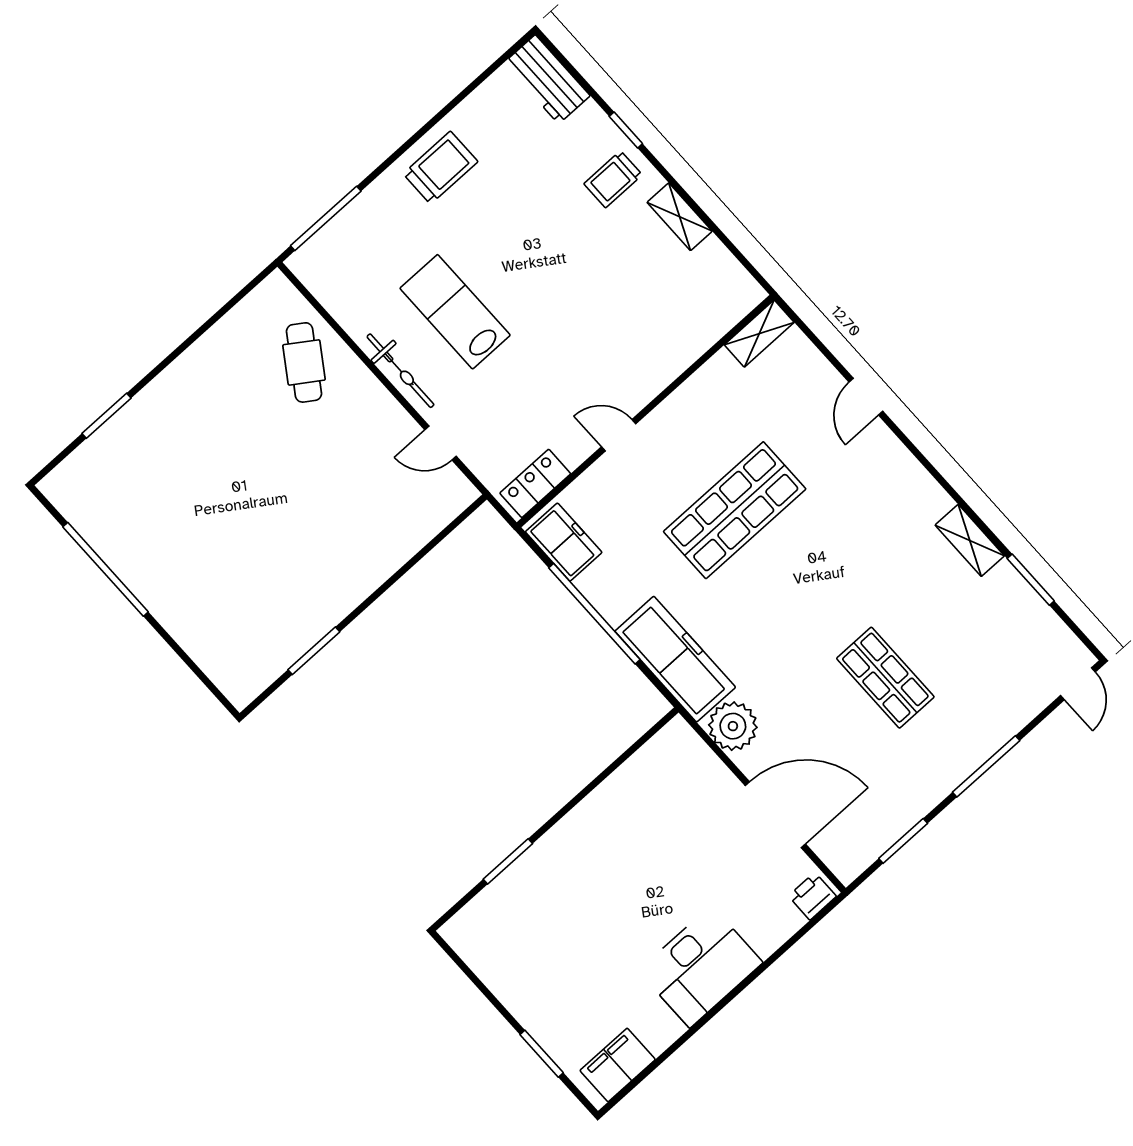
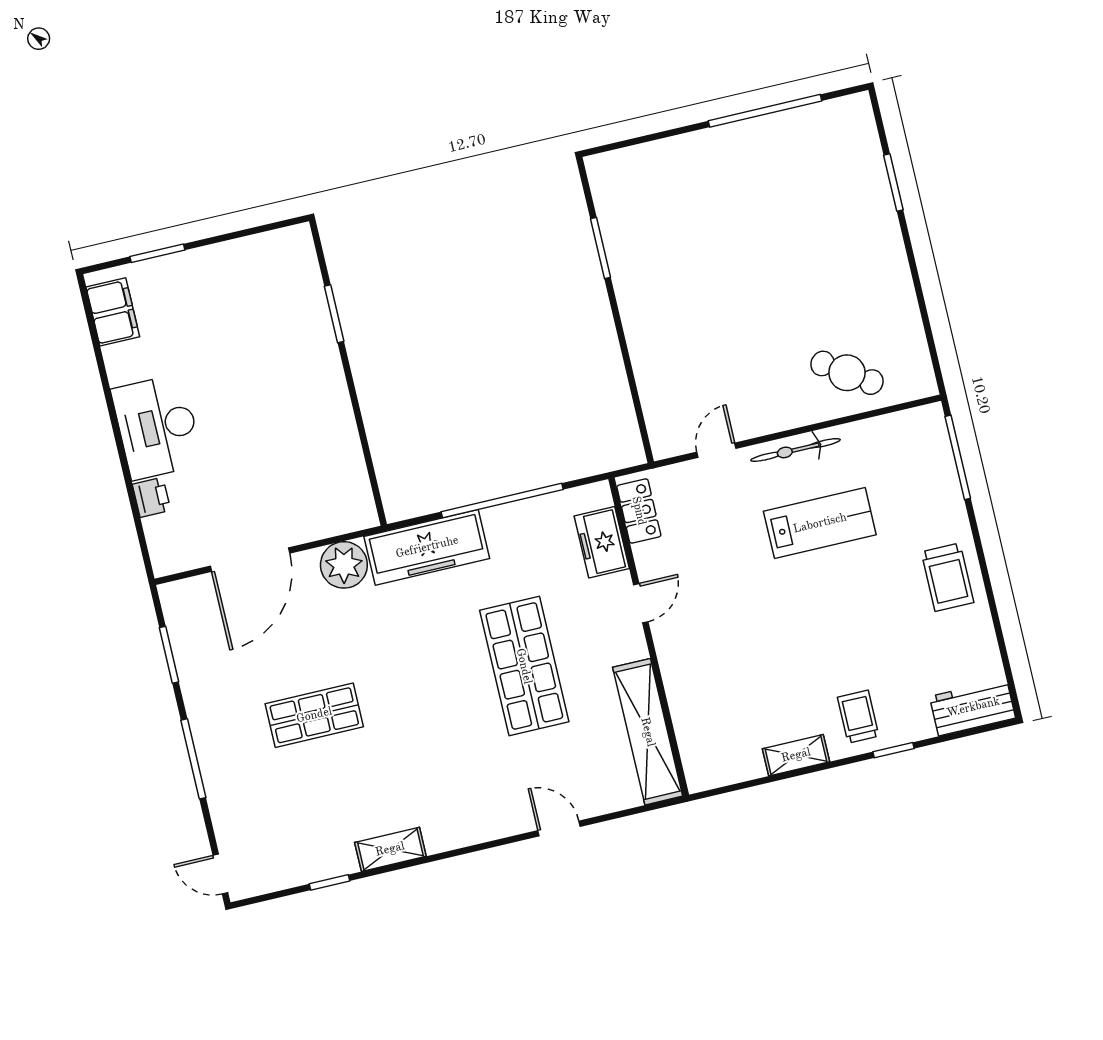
shelving: (759, 334) -> (648, 732), width x2.20, depth x1.33
freezer: (564, 542) -> (602, 542), moved, turned 90
window: (1031, 580) -> (329, 882), width x0.67
printer: (812, 896) -> (151, 497), moved

